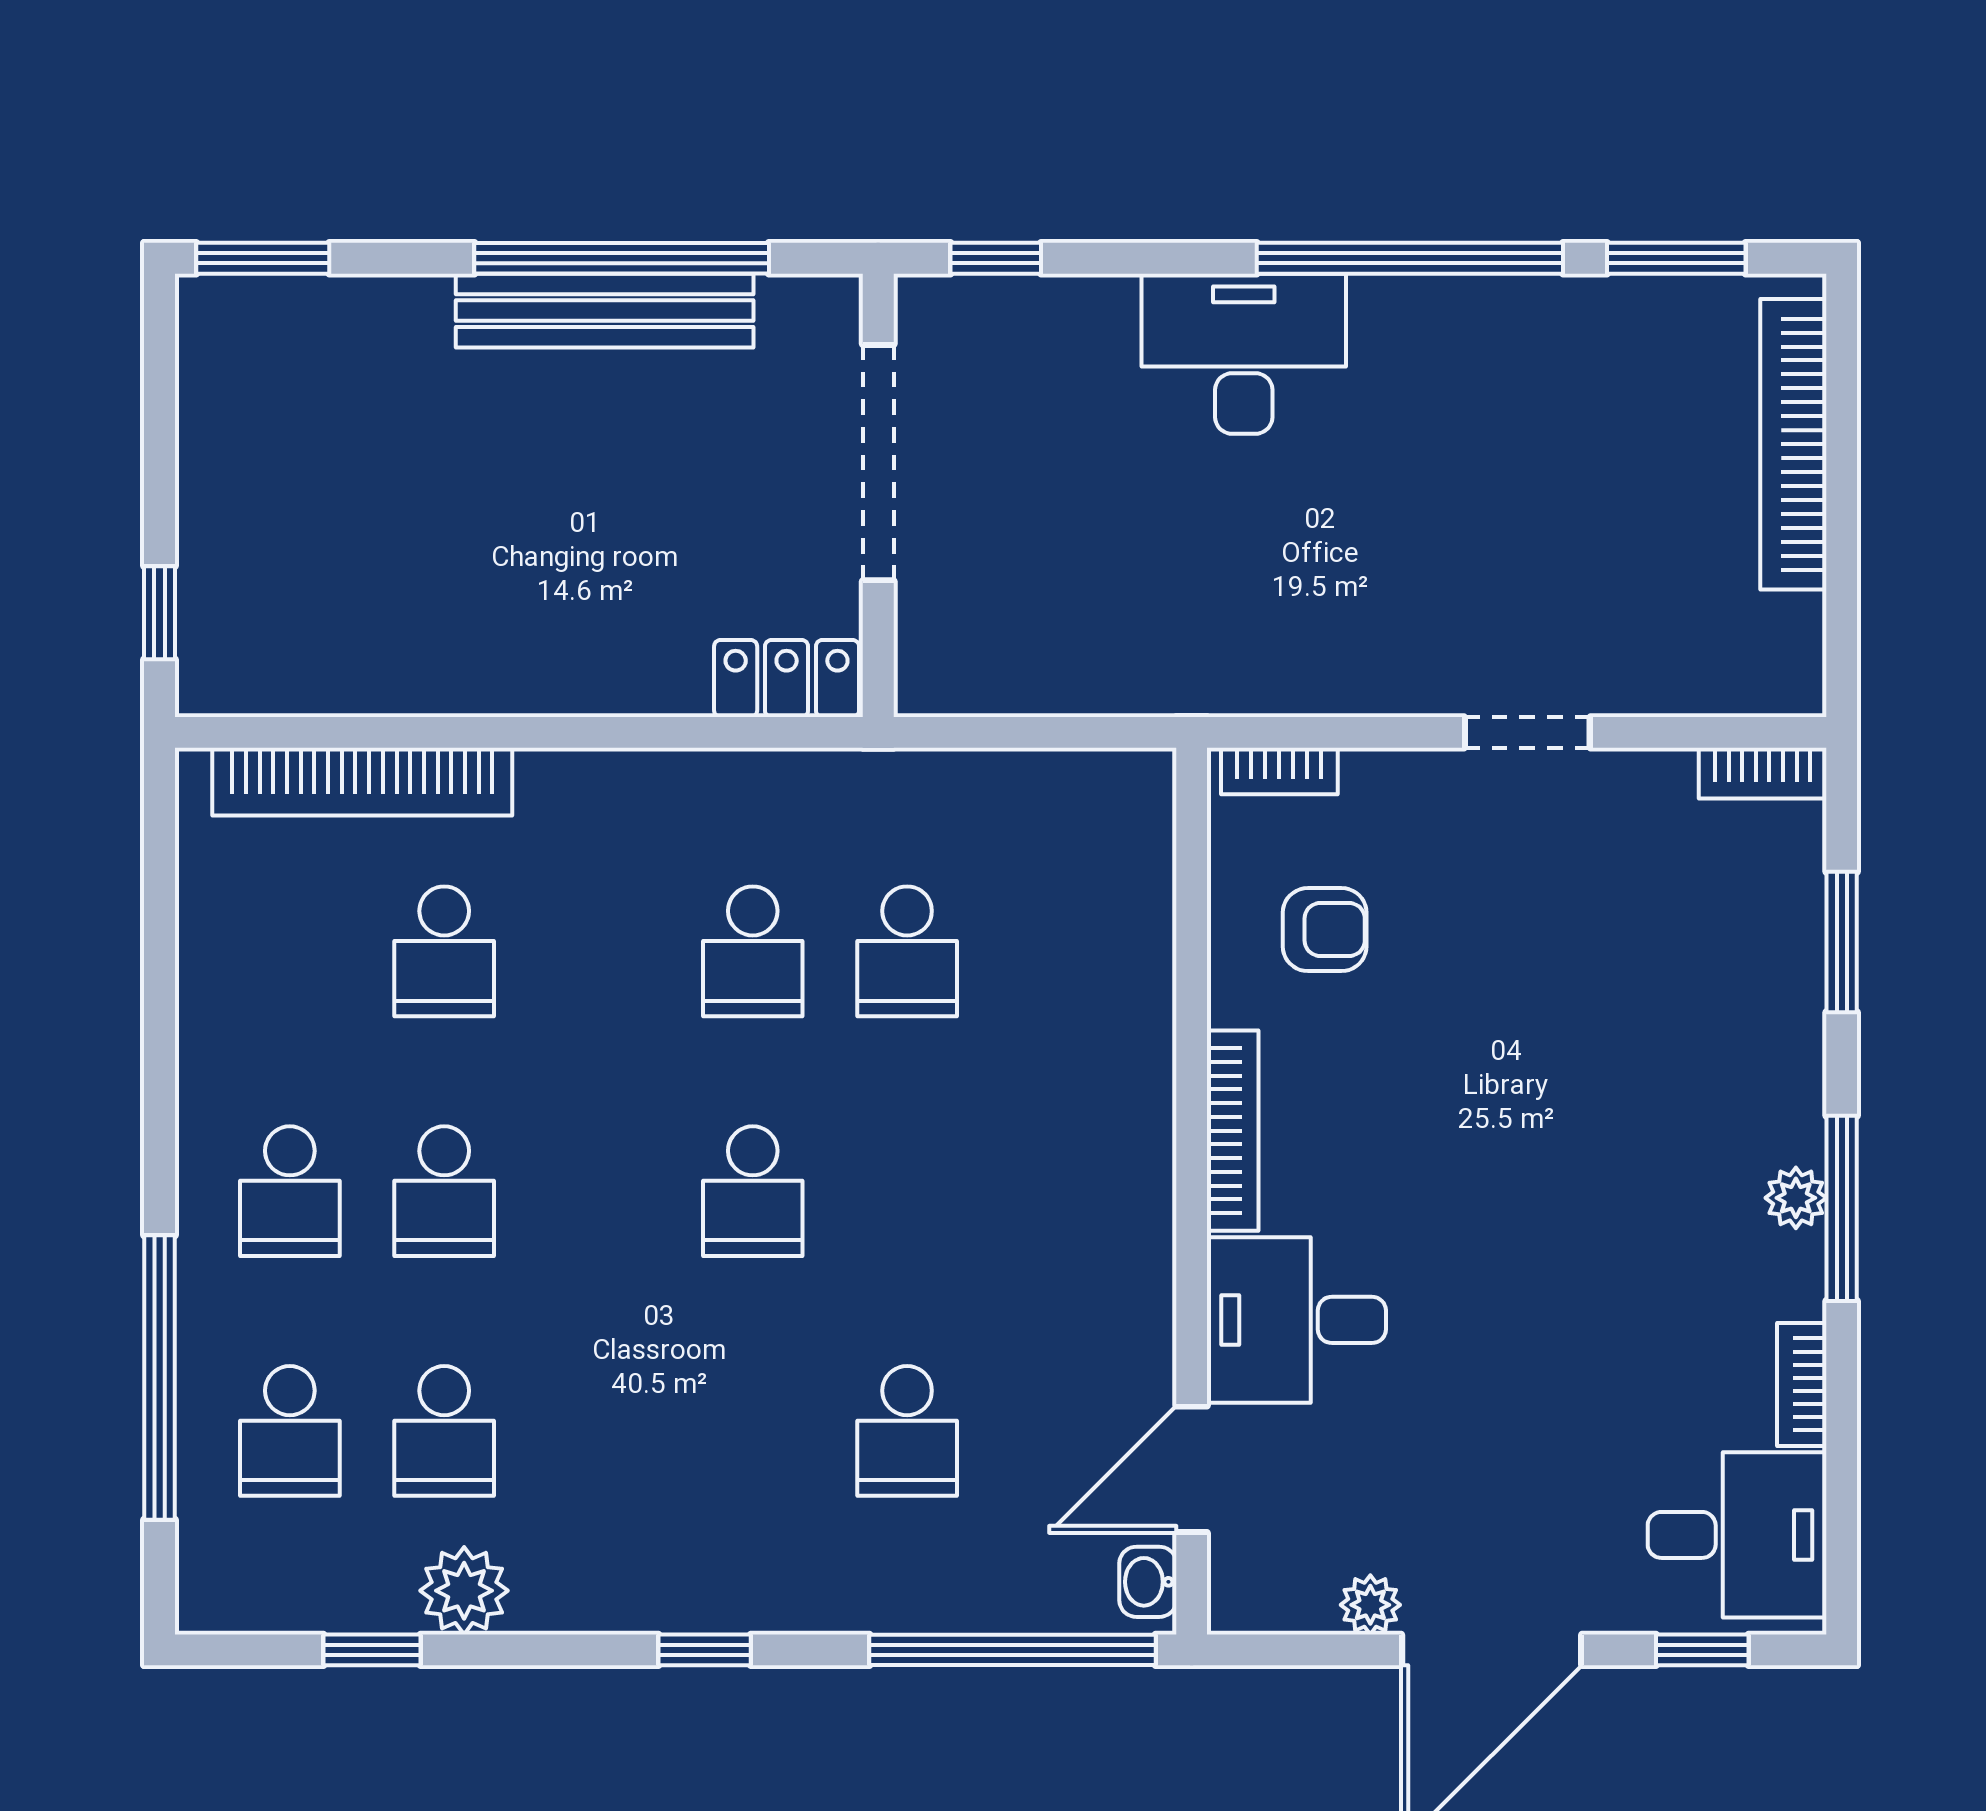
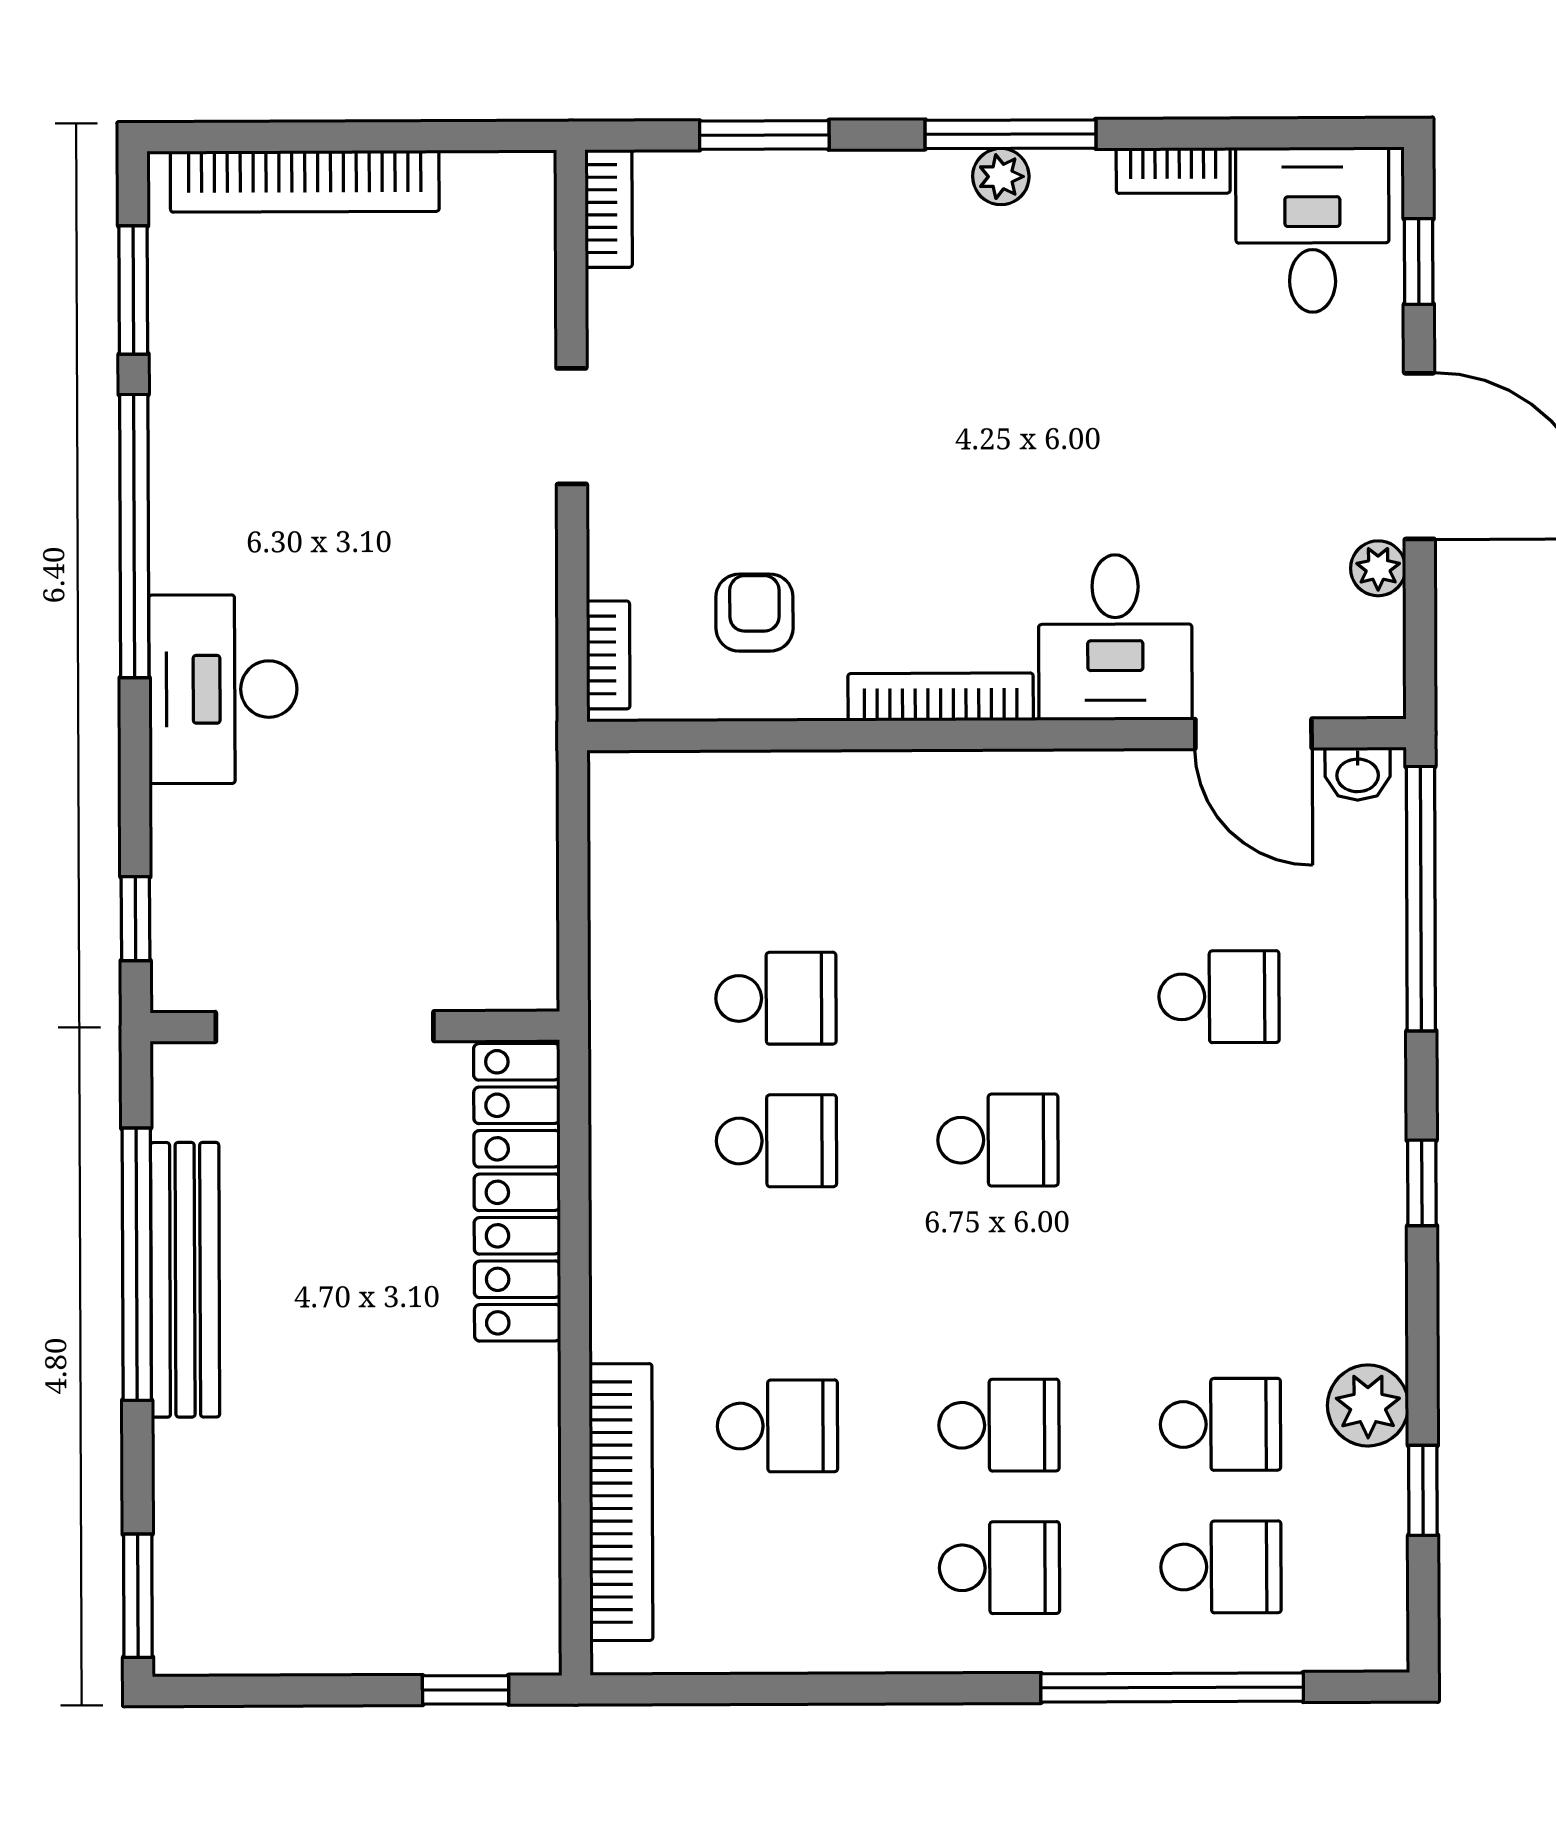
locker: (787, 678) -> (517, 1192), width x2.16, depth x1.21

